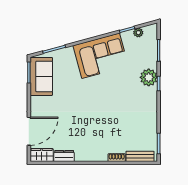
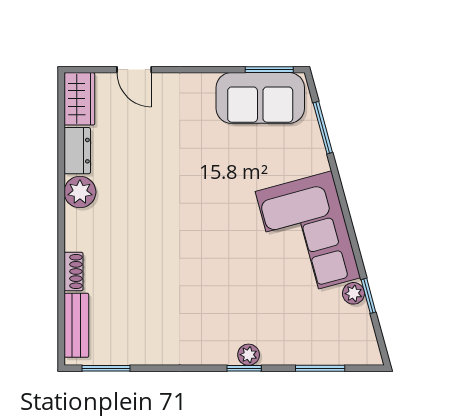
plant: (138, 33) -> (354, 293), moved
plant: (149, 77) -> (249, 355), width x0.53, depth x0.53
door: (29, 131) -> (134, 70), width x0.53
plant: (82, 155) -> (80, 192), added

